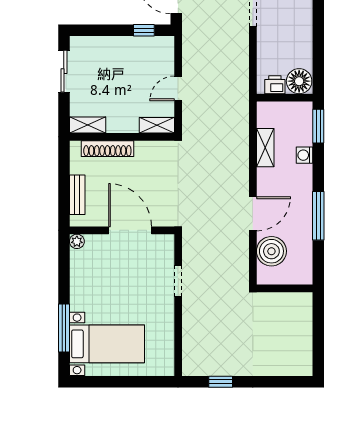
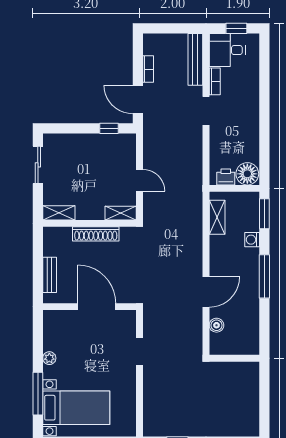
door: (178, 88) -> (139, 180), swing flipped
shelving: (265, 148) -> (217, 217), moved
shoe rack: (107, 149) -> (96, 234), moved
window: (318, 216) -> (264, 276), moved
plant: (77, 241) -> (49, 358), moved
boiler: (271, 251) -> (216, 325), width x0.54, depth x0.54

